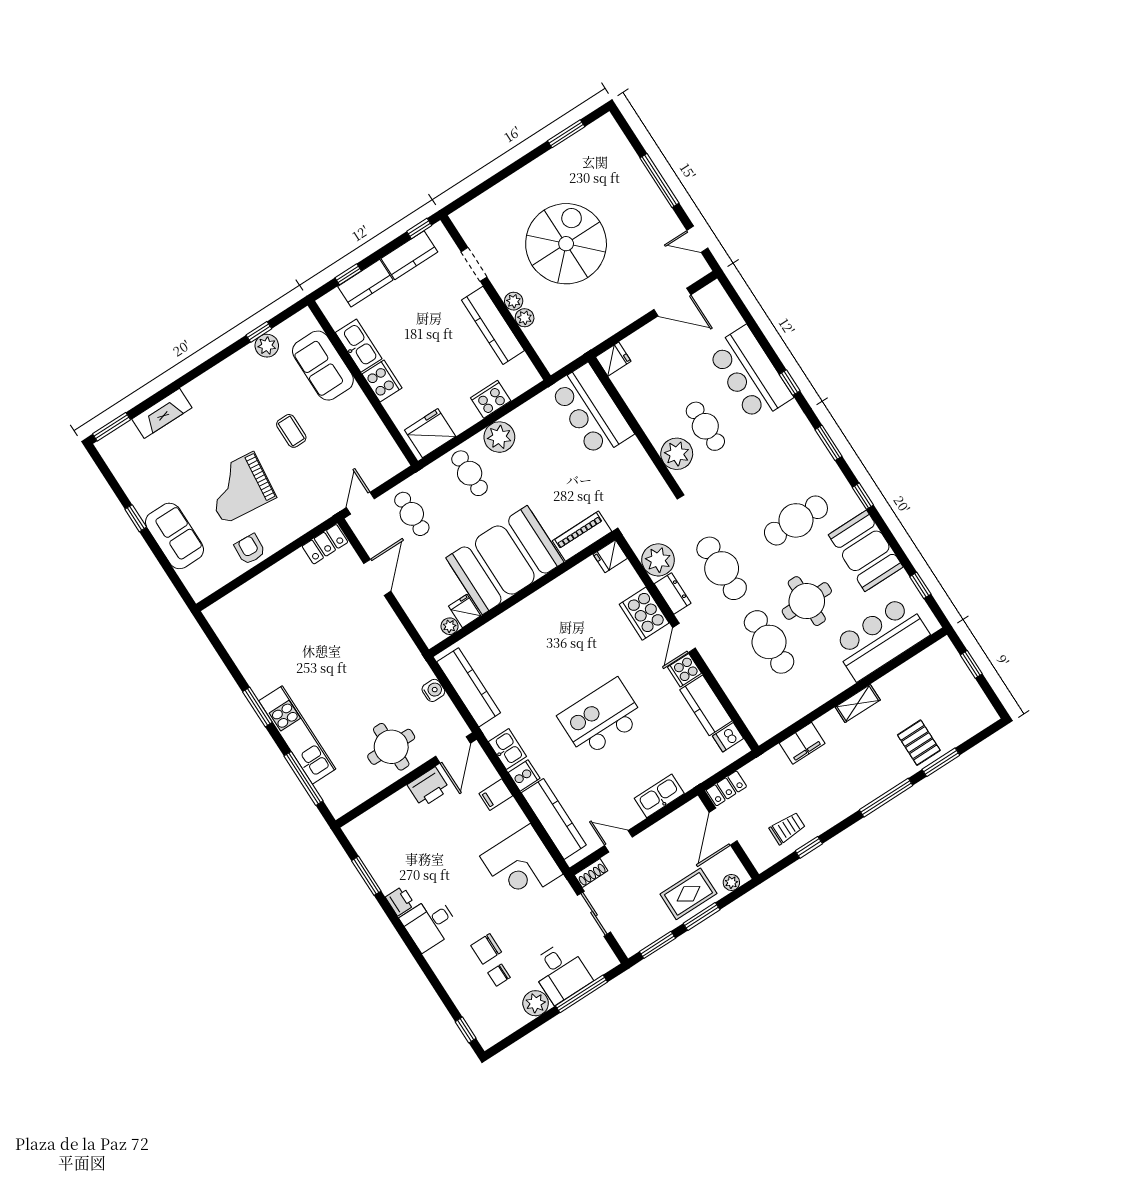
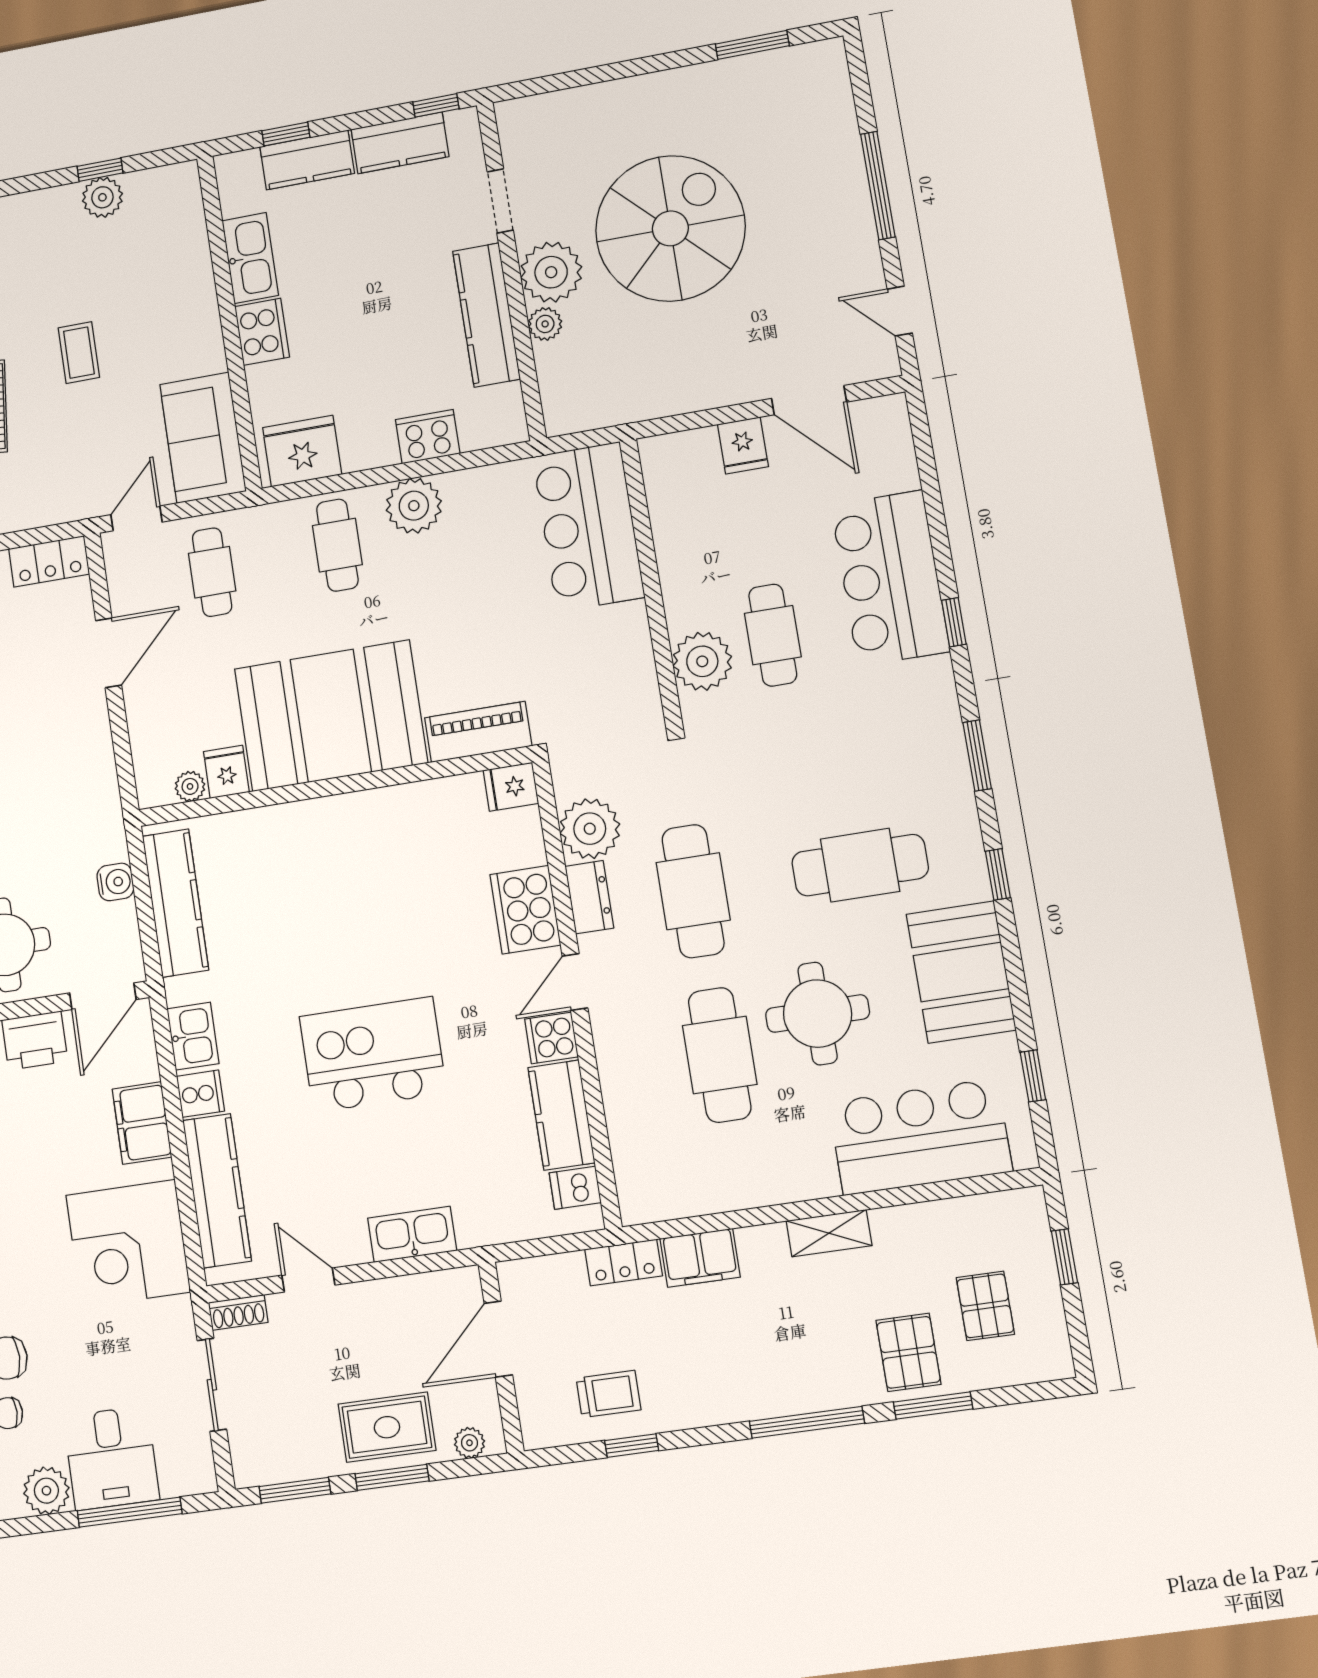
plant: (514, 301) -> (551, 272), width x1.87, depth x1.87
fridge: (613, 359) -> (743, 445), moved, turned 90
sofa: (323, 366) -> (203, 438), moved
pallet: (945, 704) -> (985, 1306), added
locker: (726, 788) -> (624, 1263), moved
filing cabinet: (496, 795) -> (142, 1123), width x2.00

